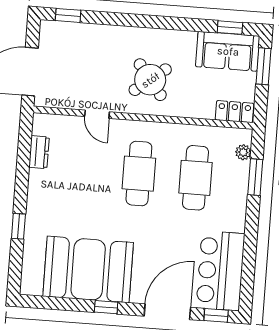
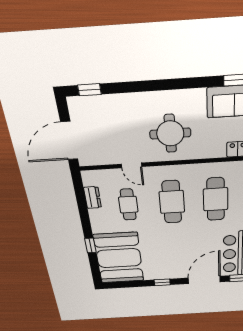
round table: (150, 80) -> (170, 133), turned 38
cafe table: (82, 169) -> (128, 205), added
booth: (88, 269) -> (119, 258), moved, turned 90

